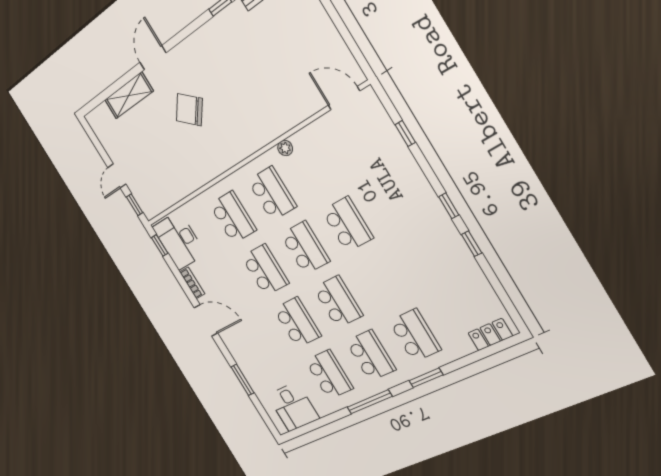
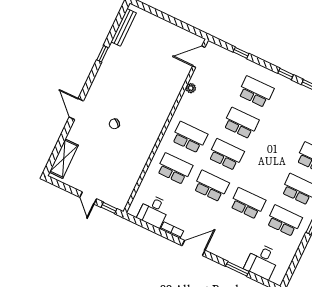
shelving: (129, 95) -> (64, 159), moved
chair: (189, 110) -> (114, 124), width x0.54, depth x0.54
plant: (285, 148) -> (191, 88), moved
desk: (179, 241) -> (154, 211), width x0.73
window: (160, 245) -> (139, 222), removed
school desk: (338, 302) -> (256, 92), moved
desk: (293, 407) -> (262, 261), moved, turned 90

